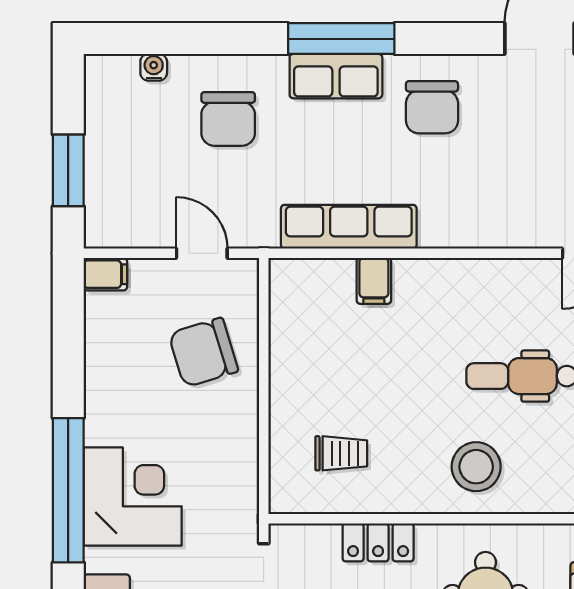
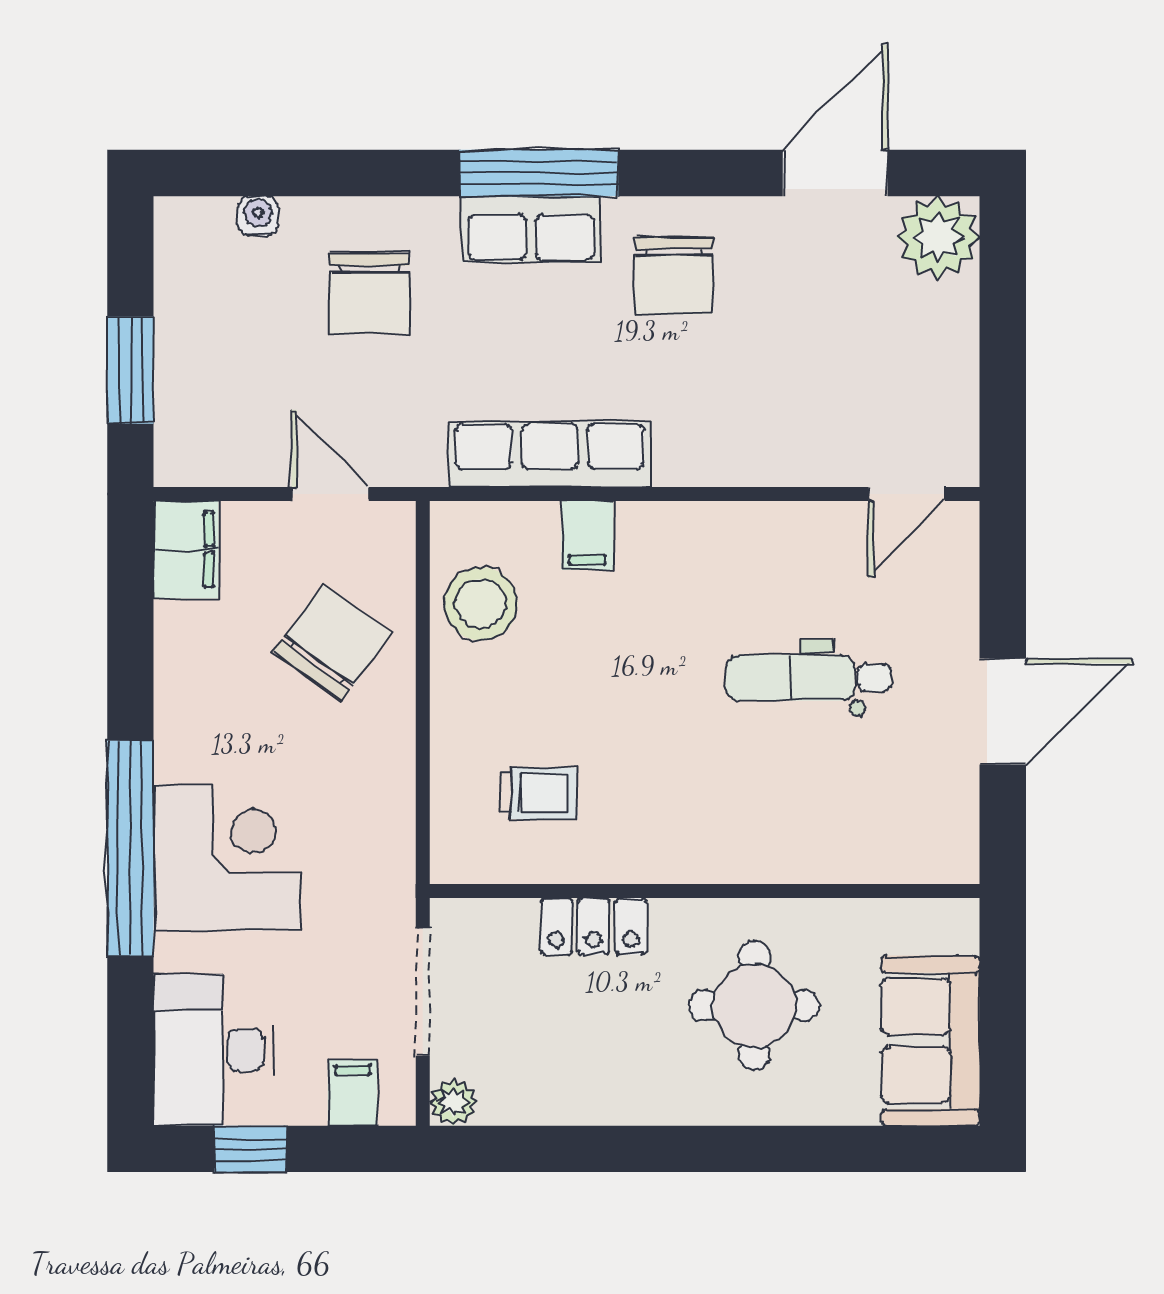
filing cabinet: (105, 274) -> (186, 550), width x2.00
chair: (203, 352) -> (333, 642), turned 143
stool: (476, 467) -> (481, 604), moved

